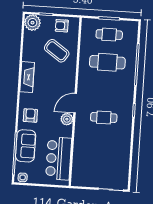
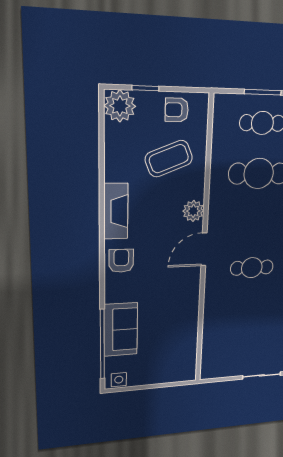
coffee table: (57, 51) -> (169, 159), turned -57
armchair: (30, 115) -> (121, 261), moved
plant: (67, 119) -> (193, 211), moved
bar counter: (59, 158) -> (178, 342), removed

